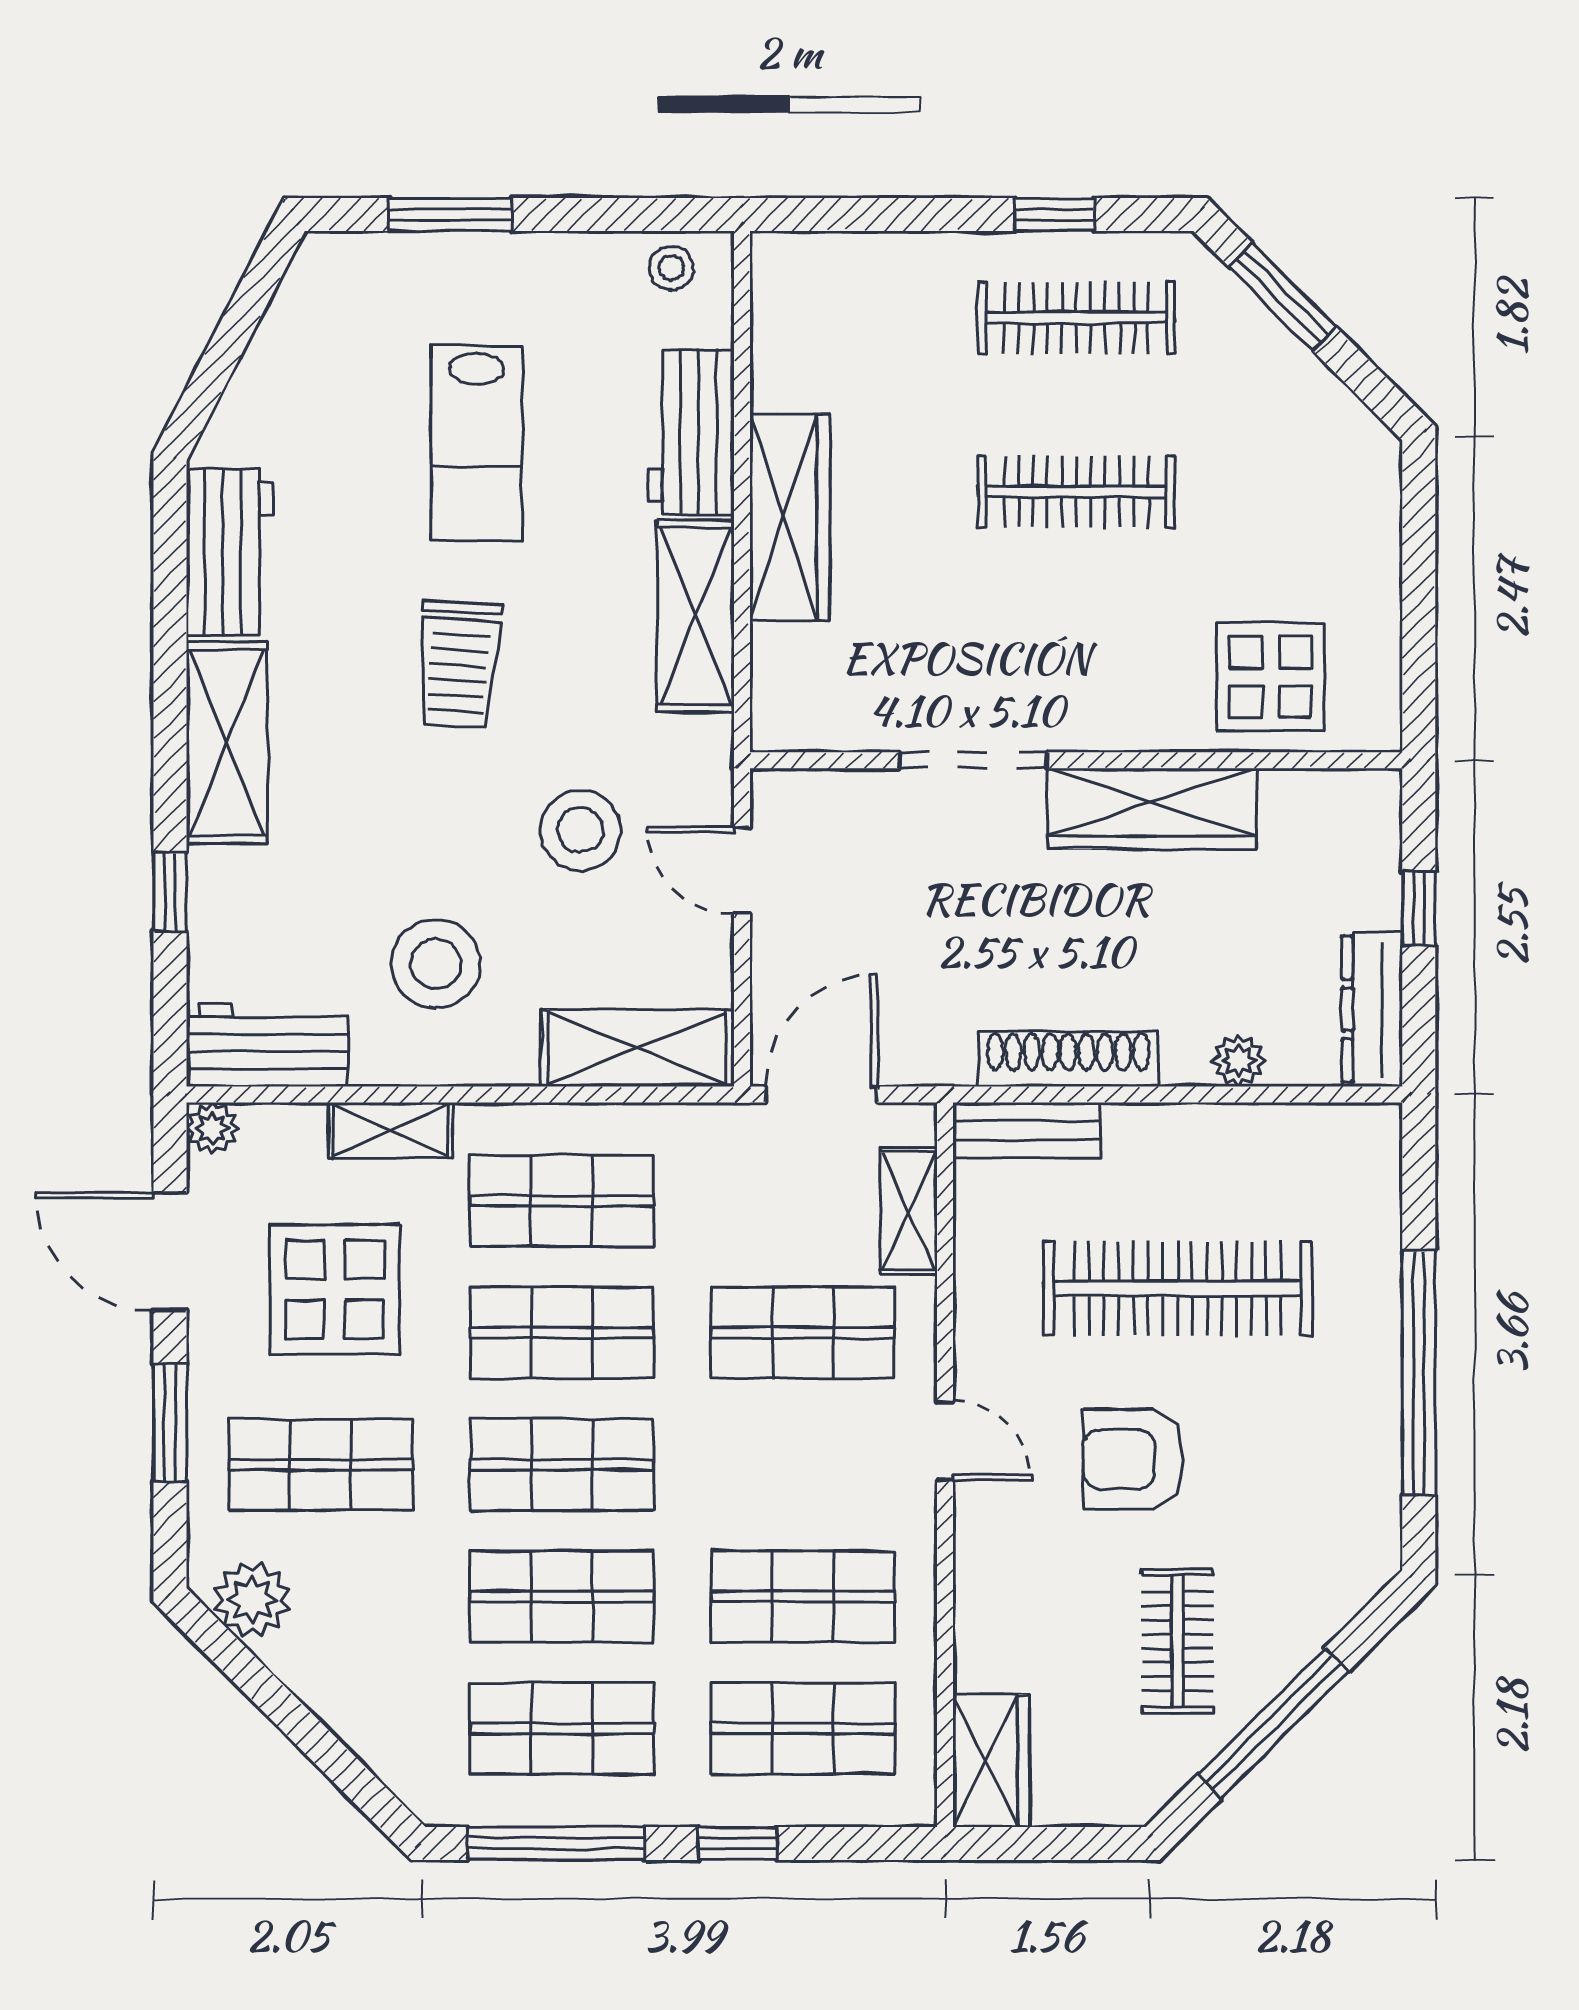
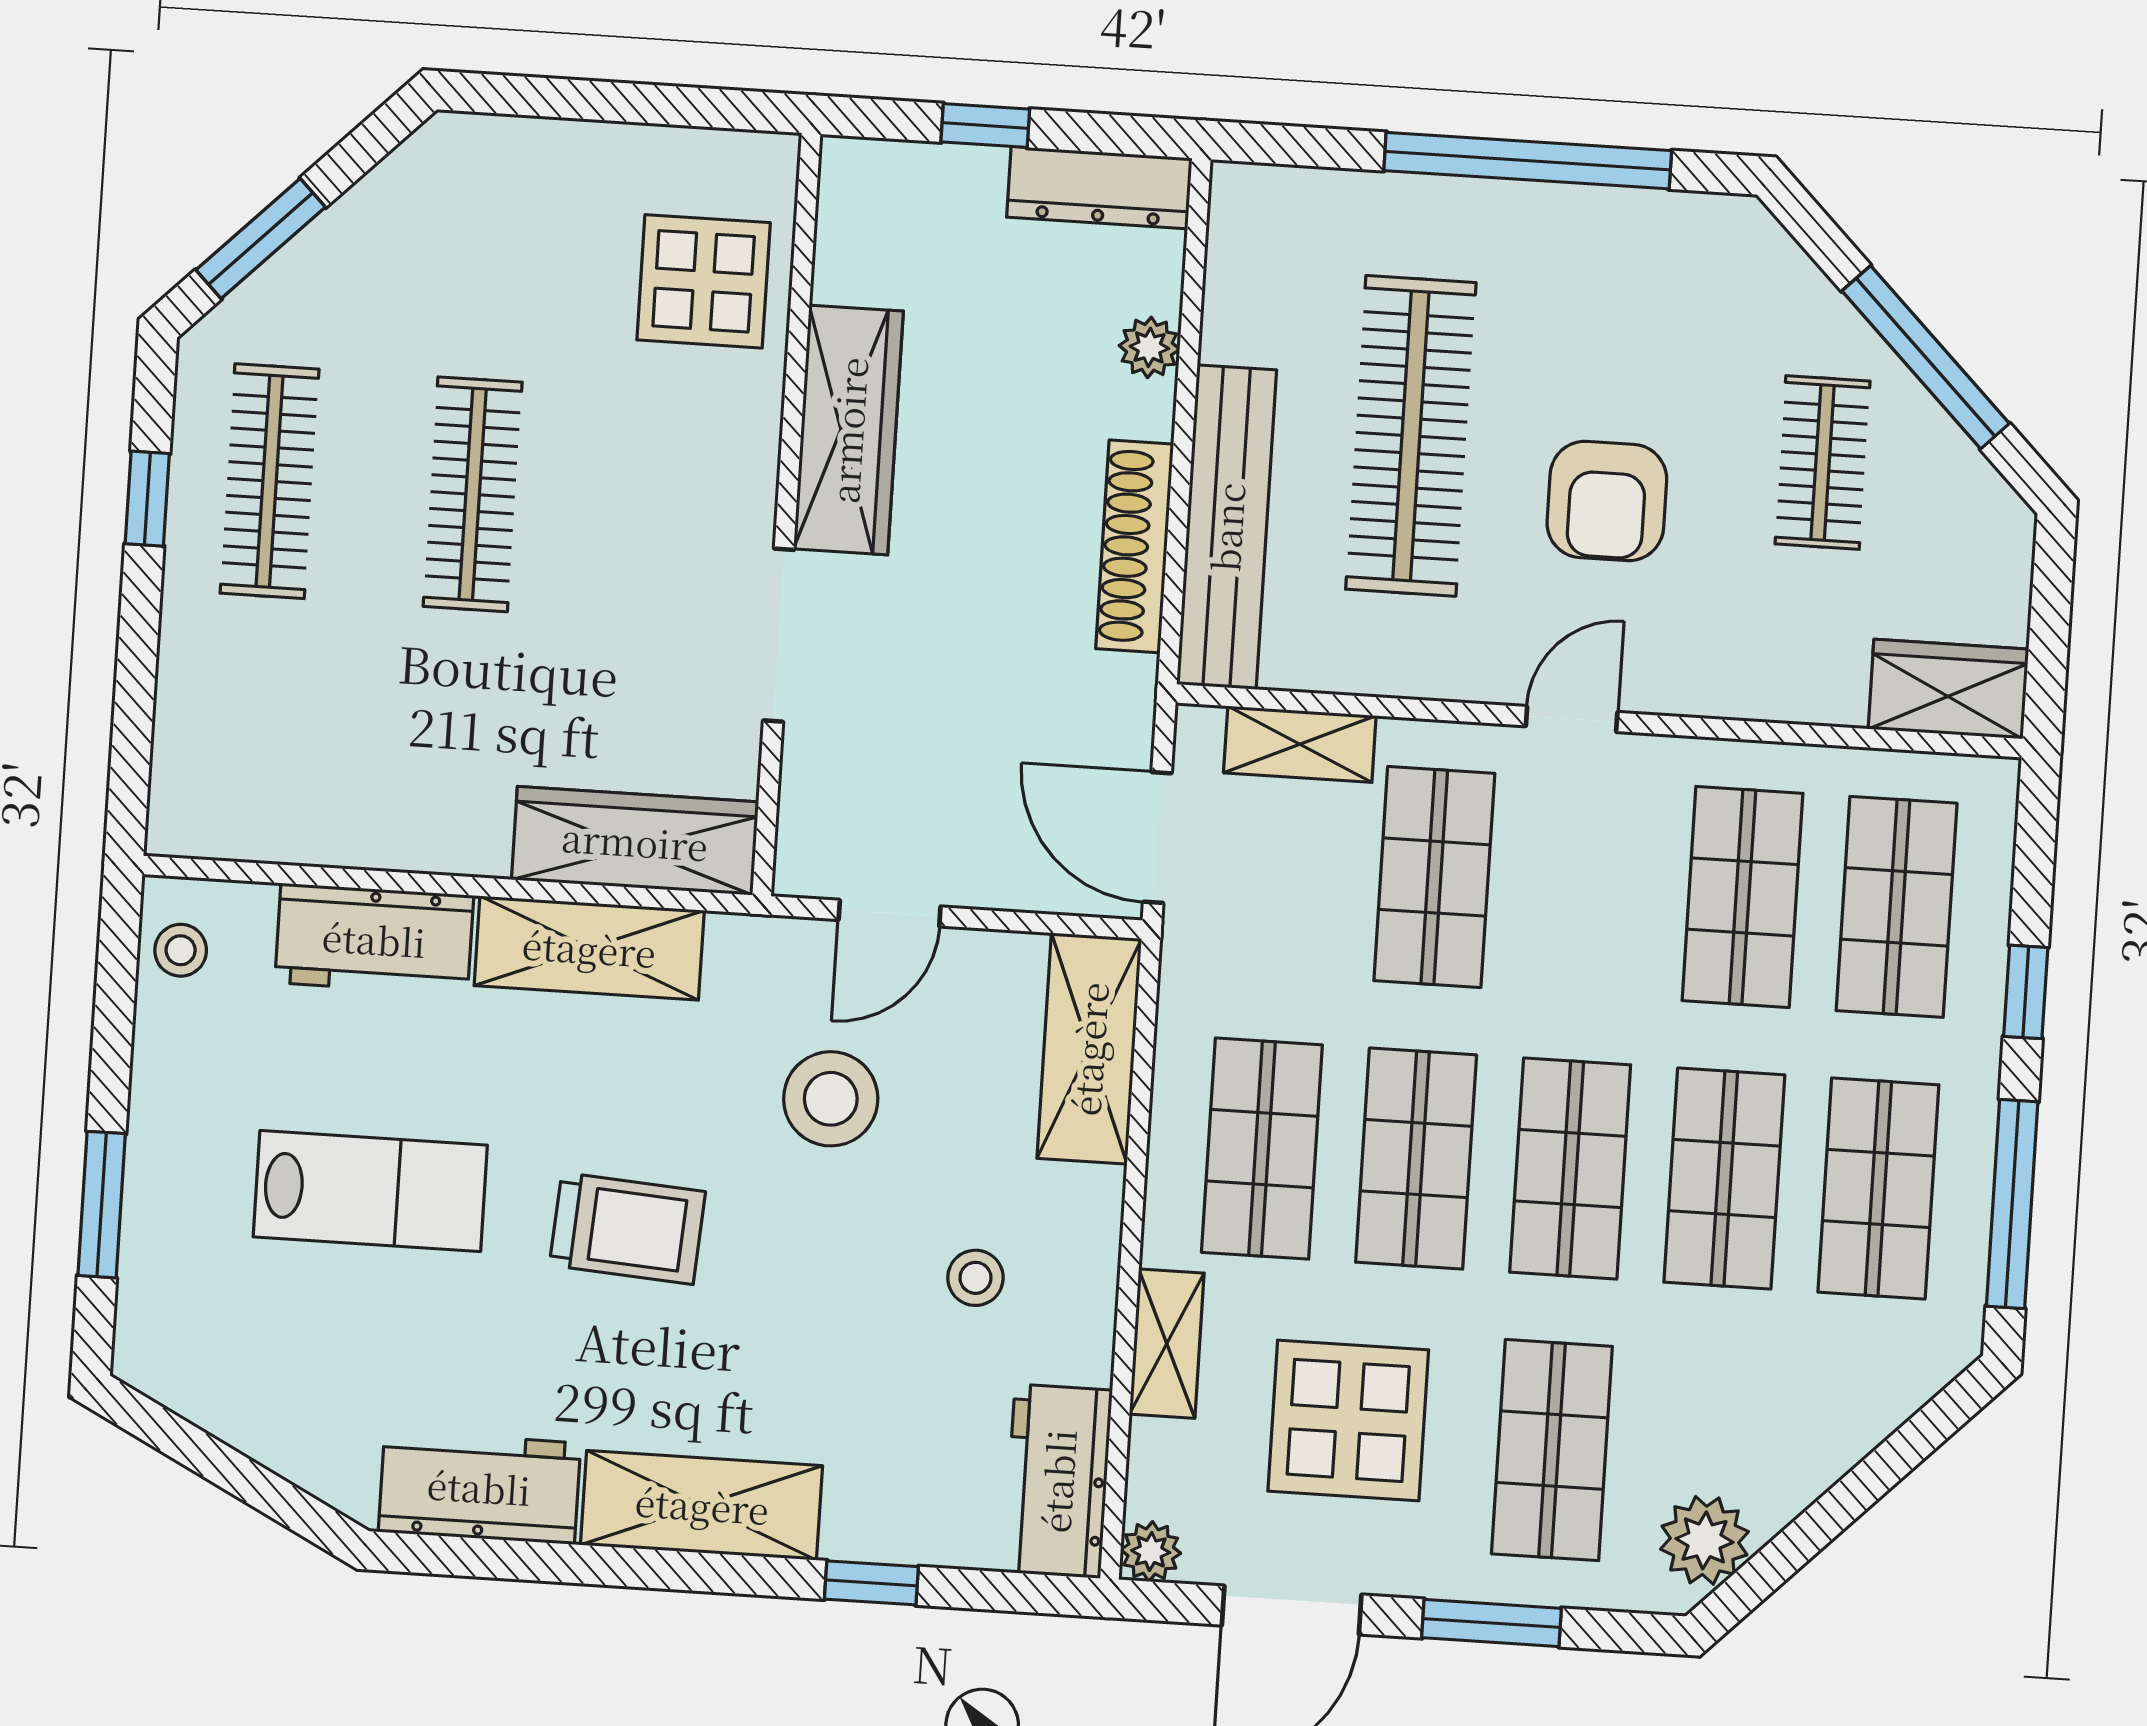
wardrobe: (790, 517) -> (635, 841), moved
stool: (436, 964) -> (975, 1278), width x0.53, depth x0.53
bench: (1026, 1130) -> (1227, 527), width x1.86, depth x1.21
clothes rail: (1178, 1641) -> (1823, 462), turned 90

